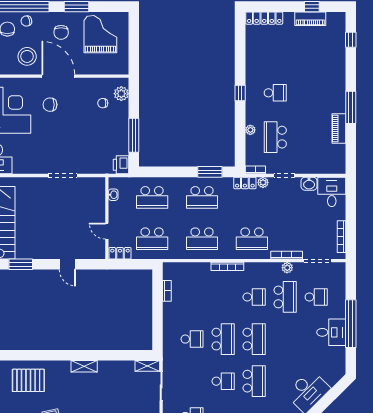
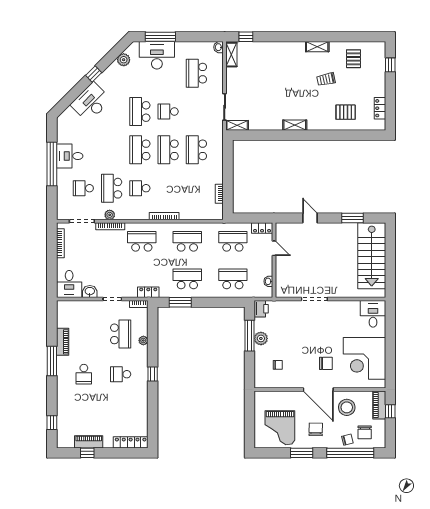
school desk: (316, 93) -> (84, 374), added
plant: (121, 94) -> (261, 338), moved
plant: (263, 182) -> (132, 293), removed
school desk: (192, 339) -> (196, 150), width x1.85
pallet: (28, 380) -> (346, 112), width x0.67, depth x0.71

